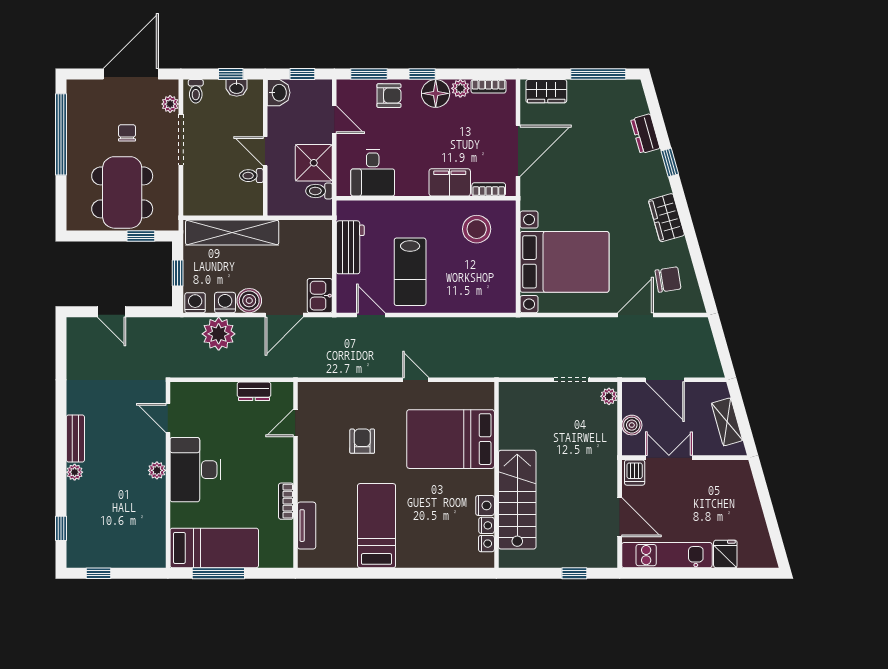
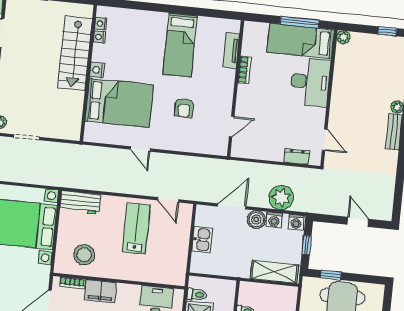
shelving: (232, 233) -> (274, 272), width x0.68
workbench: (350, 247) -> (80, 203), moved, turned -90
kitchen sink: (320, 296) -> (202, 239), moved
dresser: (254, 391) -> (297, 157), moved
plant: (157, 470) -> (343, 37), moved
desk: (195, 470) -> (310, 82), moved
nightstand: (485, 505) -> (97, 70), moved

